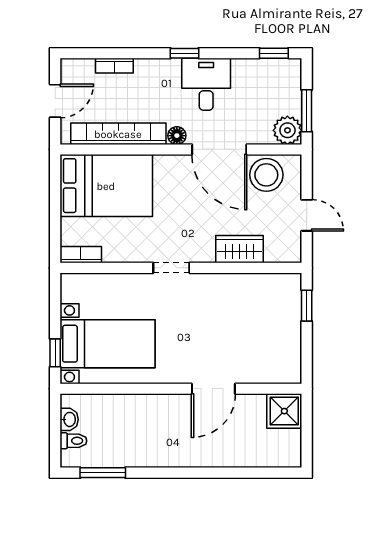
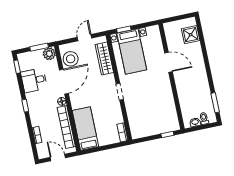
desk: (206, 84) -> (34, 80), moved
bed: (106, 186) -> (85, 128), width x0.67
wardrobe: (240, 249) -> (104, 59), width x1.50
bed with nightstands: (107, 344) -> (132, 51), moved, turned 180
shower: (284, 411) -> (191, 35), moved

